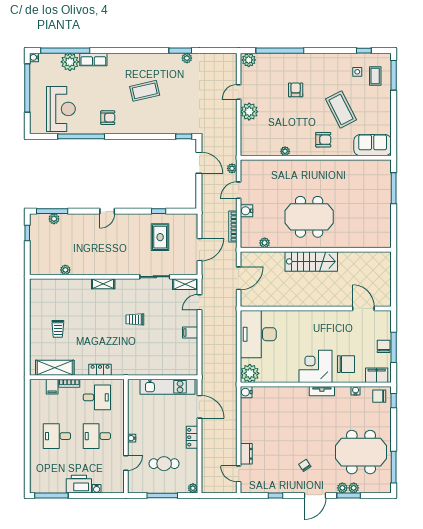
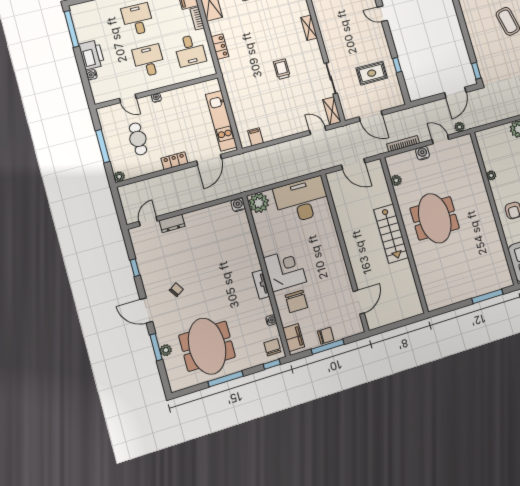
filing cabinet: (190, 333) -> (256, 137), moved
window: (394, 467) -> (226, 379), moved
plant: (342, 488) -> (163, 338), removed

